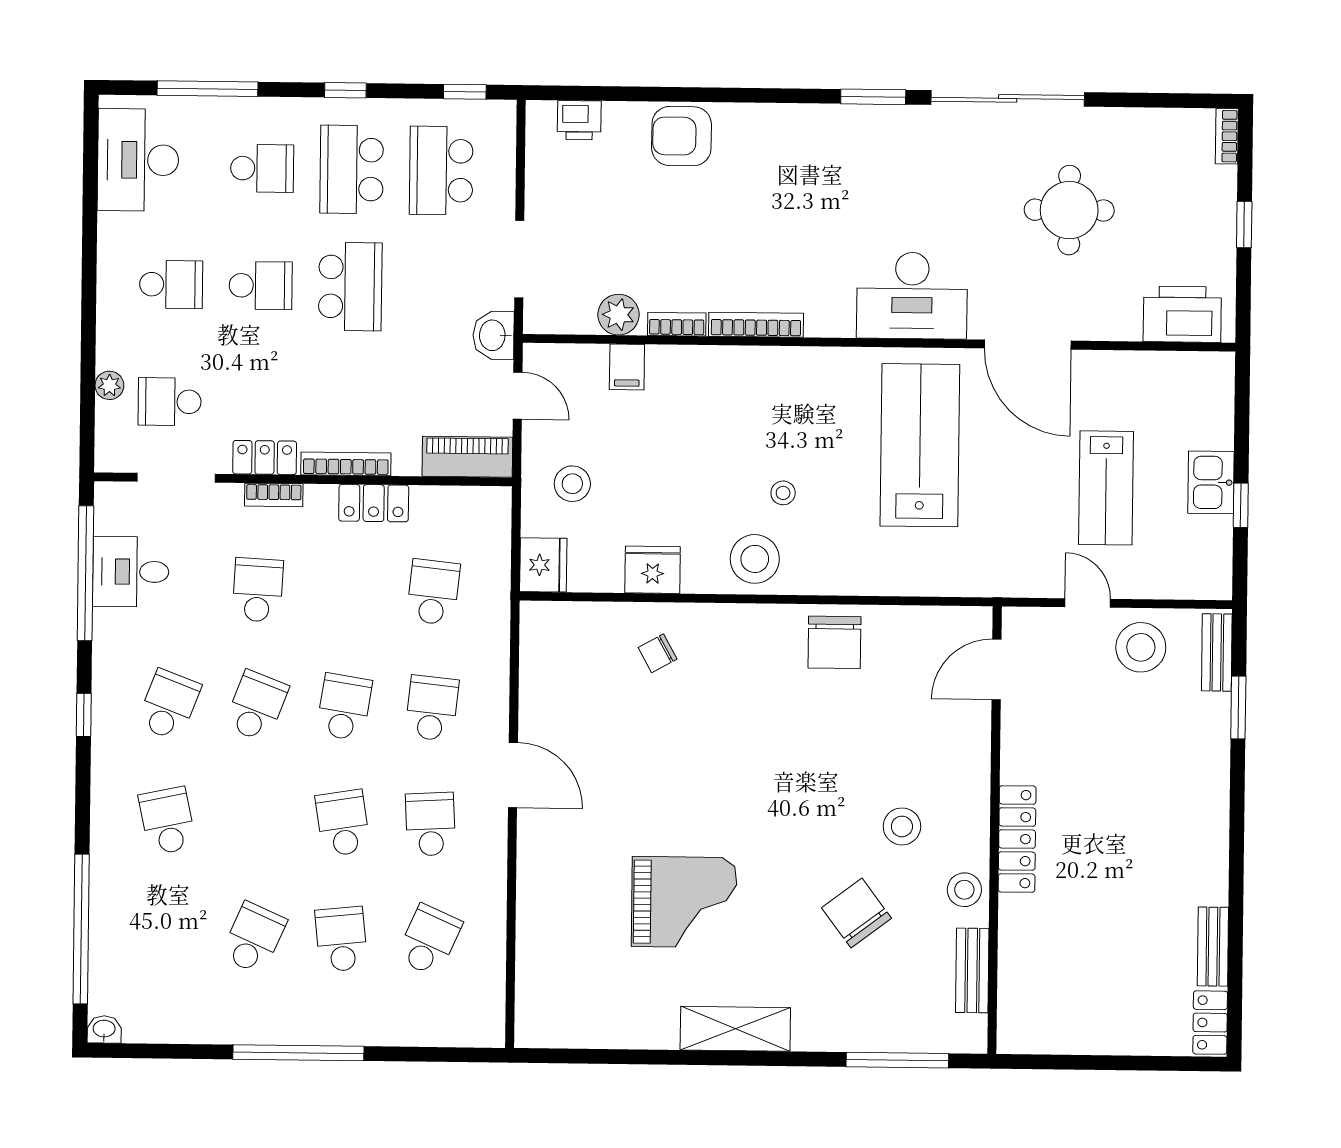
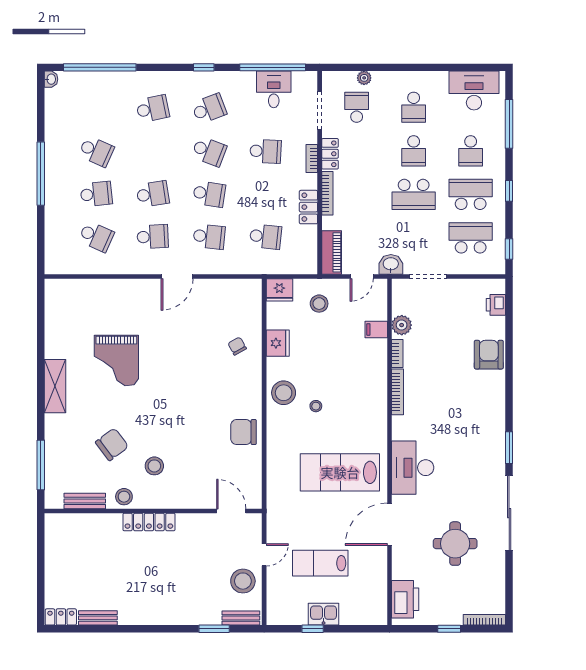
bookcase: (1227, 136) -> (484, 620), width x1.56
lab bench: (920, 445) -> (340, 472), turned 180
school desk: (169, 705) -> (209, 109), turned -42

